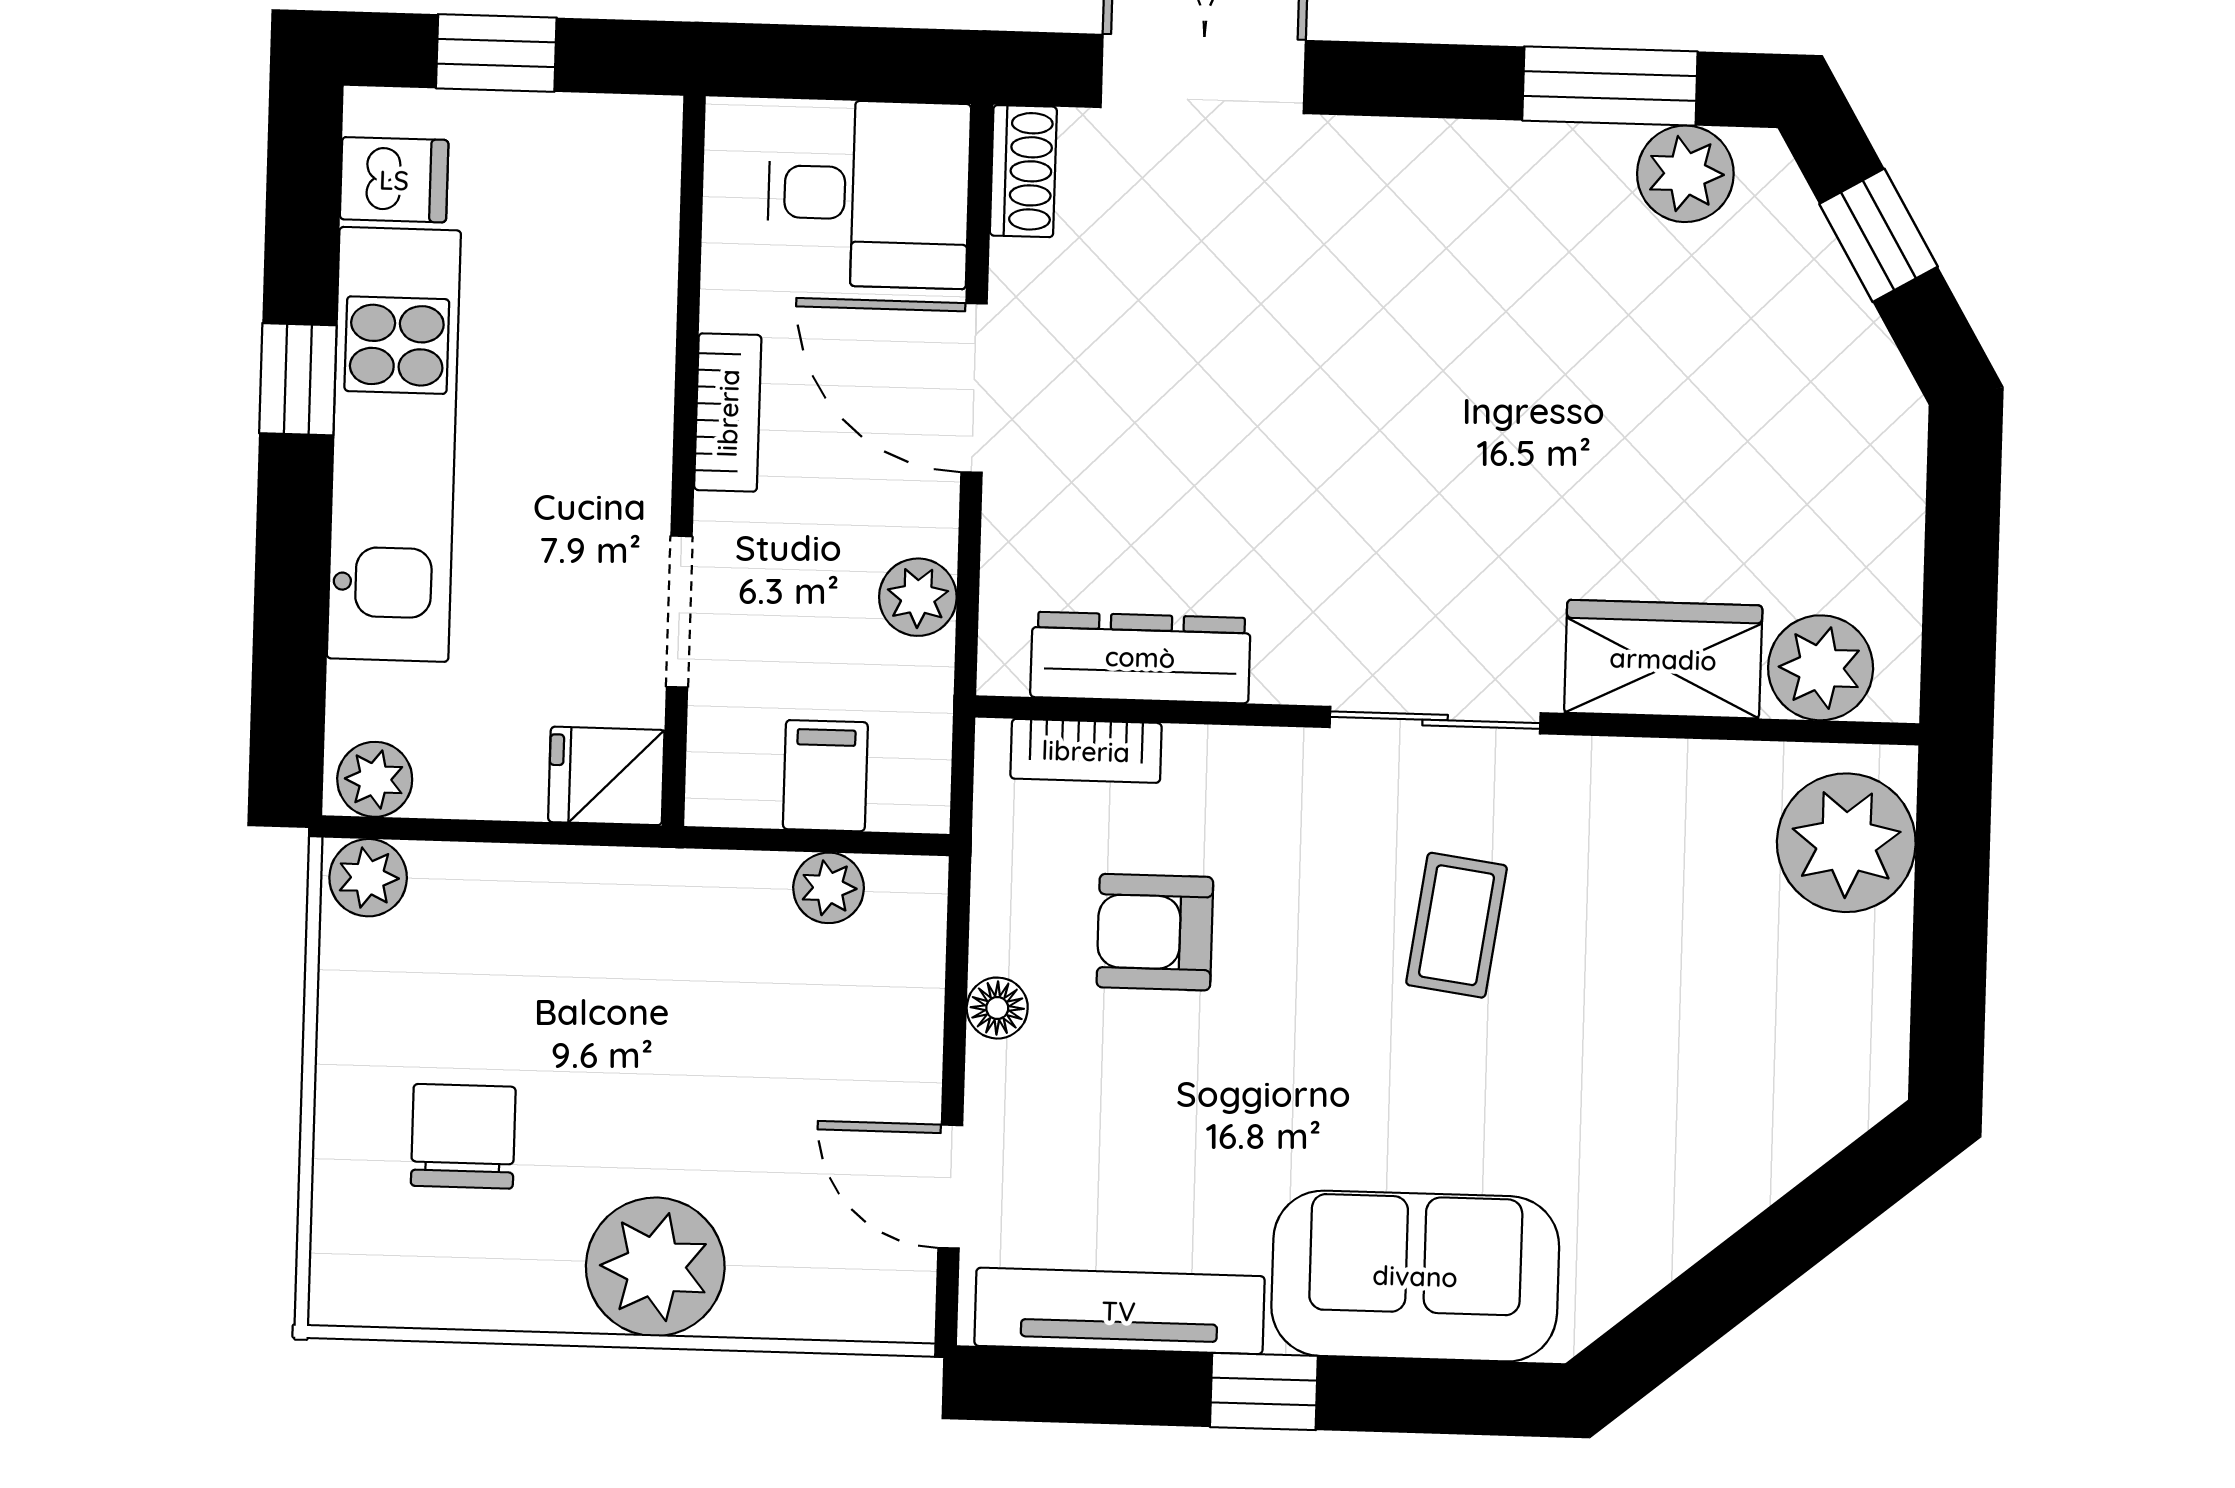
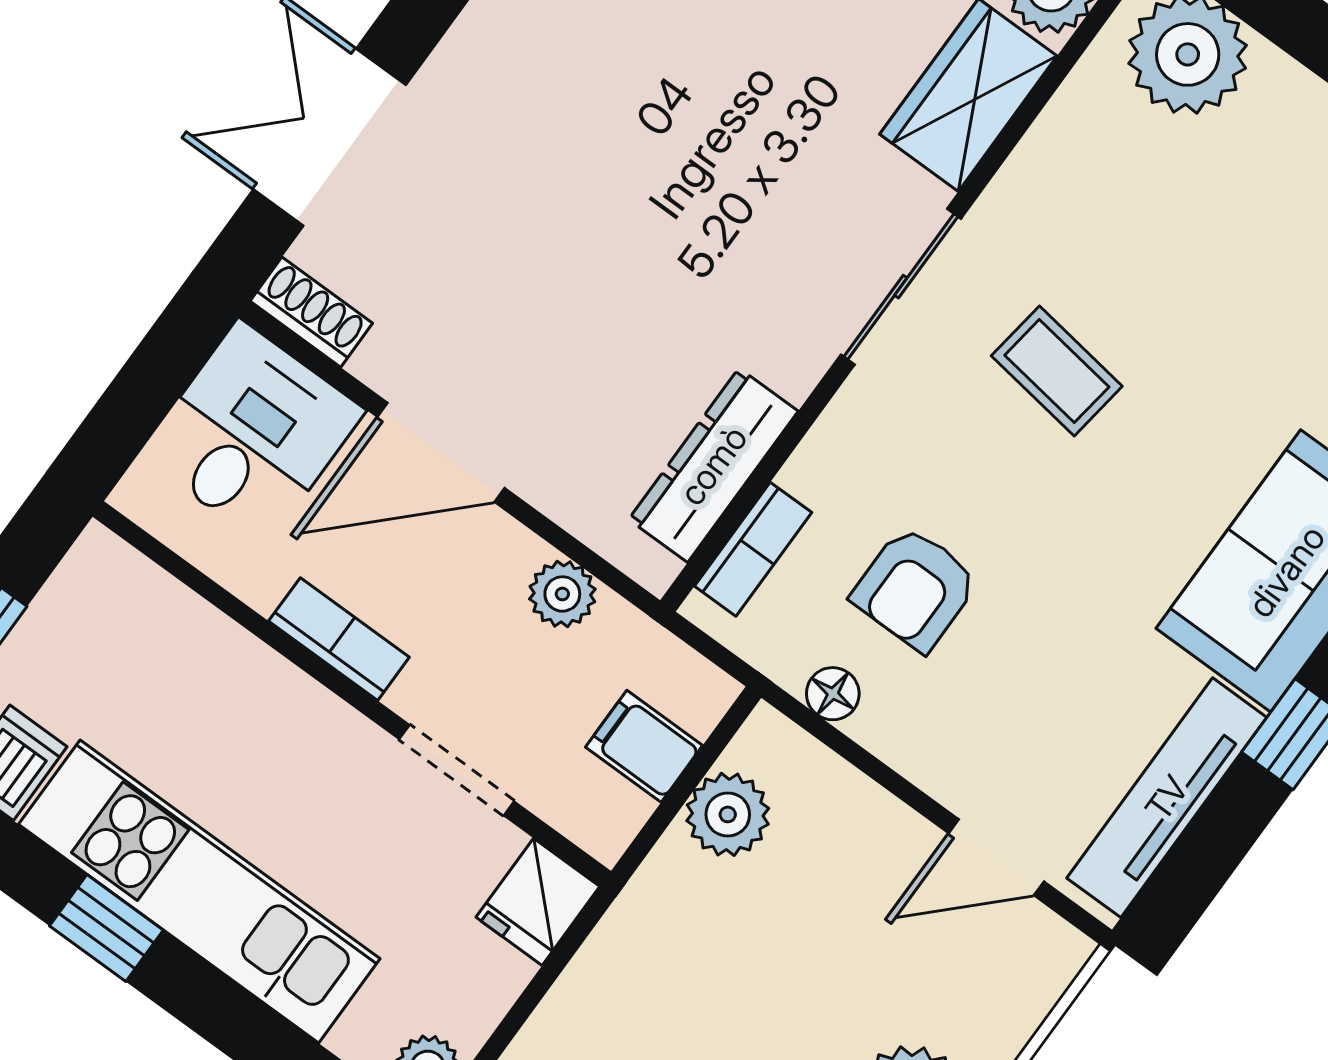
plant: (829, 888) -> (728, 814), width x1.38, depth x1.38
floor lamp: (997, 1008) -> (833, 694), moved

